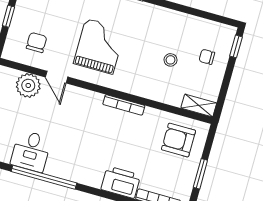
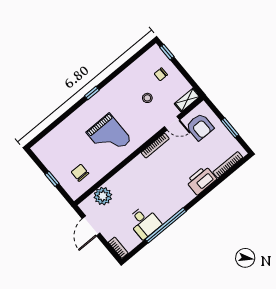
grand piano: (99, 46) -> (109, 136), turned 180
door: (57, 77) -> (172, 123), moved
armchair: (179, 140) -> (200, 127), turned -90

